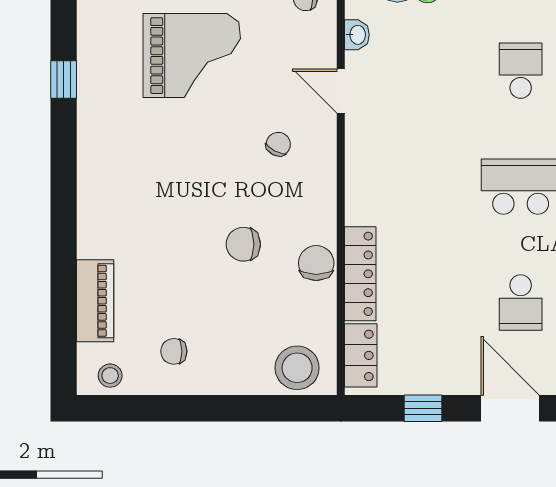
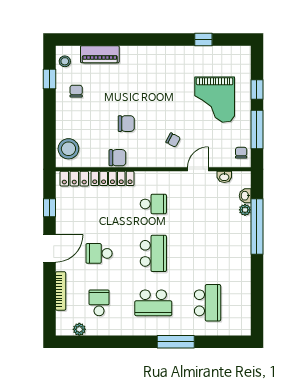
school desk: (521, 71) -> (153, 204), moved
chair: (243, 244) -> (126, 124), turned 90
window: (148, 408) -> (50, 79), added

